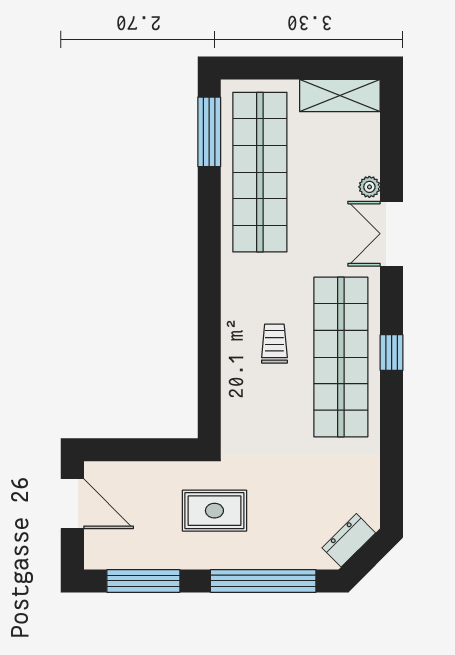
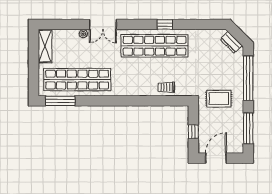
trolley: (274, 344) -> (166, 87), moved
window: (392, 353) -> (165, 24), moved
window: (135, 450) -> (193, 132), added
rug: (214, 511) -> (219, 99), turned 90

